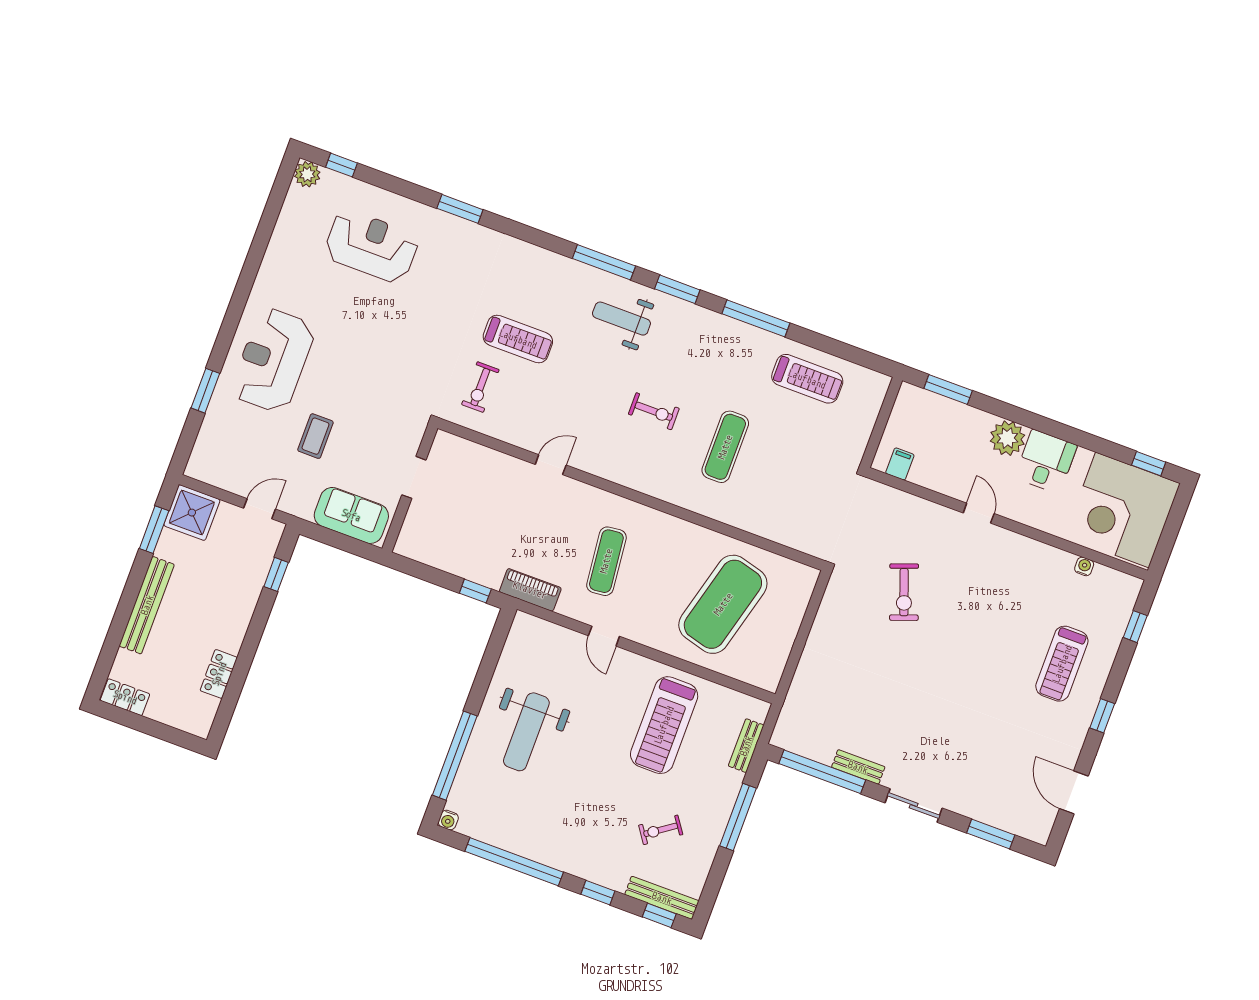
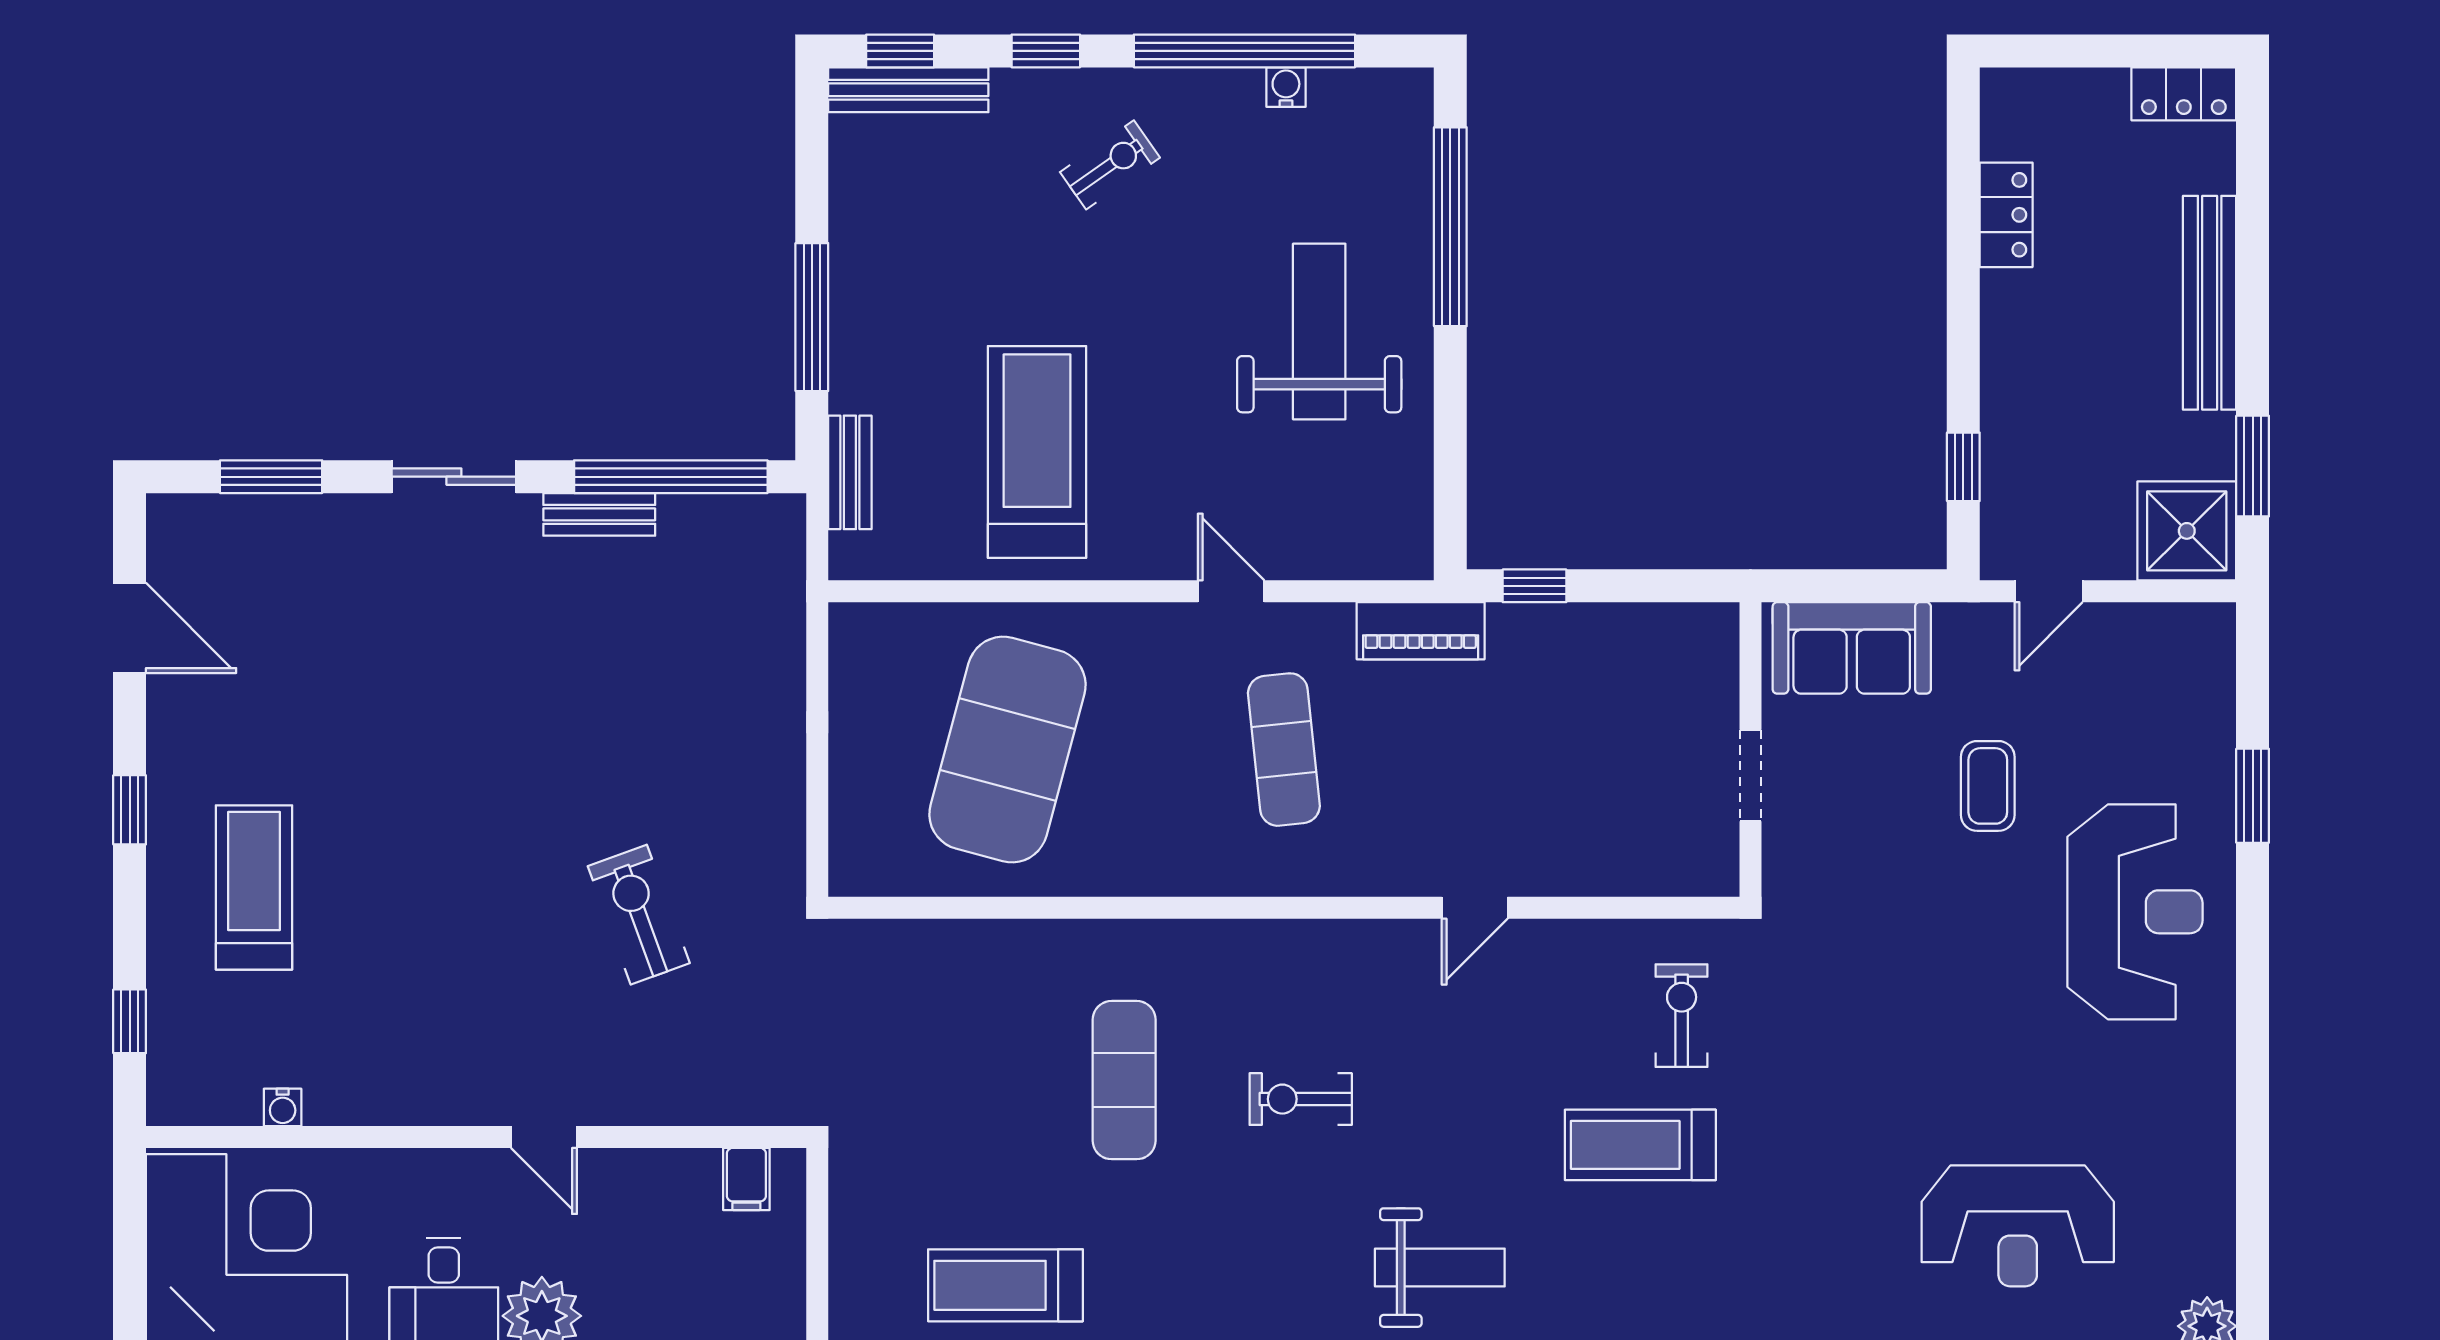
water cooler: (448, 820) -> (1286, 87), moved
exercise bike: (661, 830) -> (1110, 165), moved

